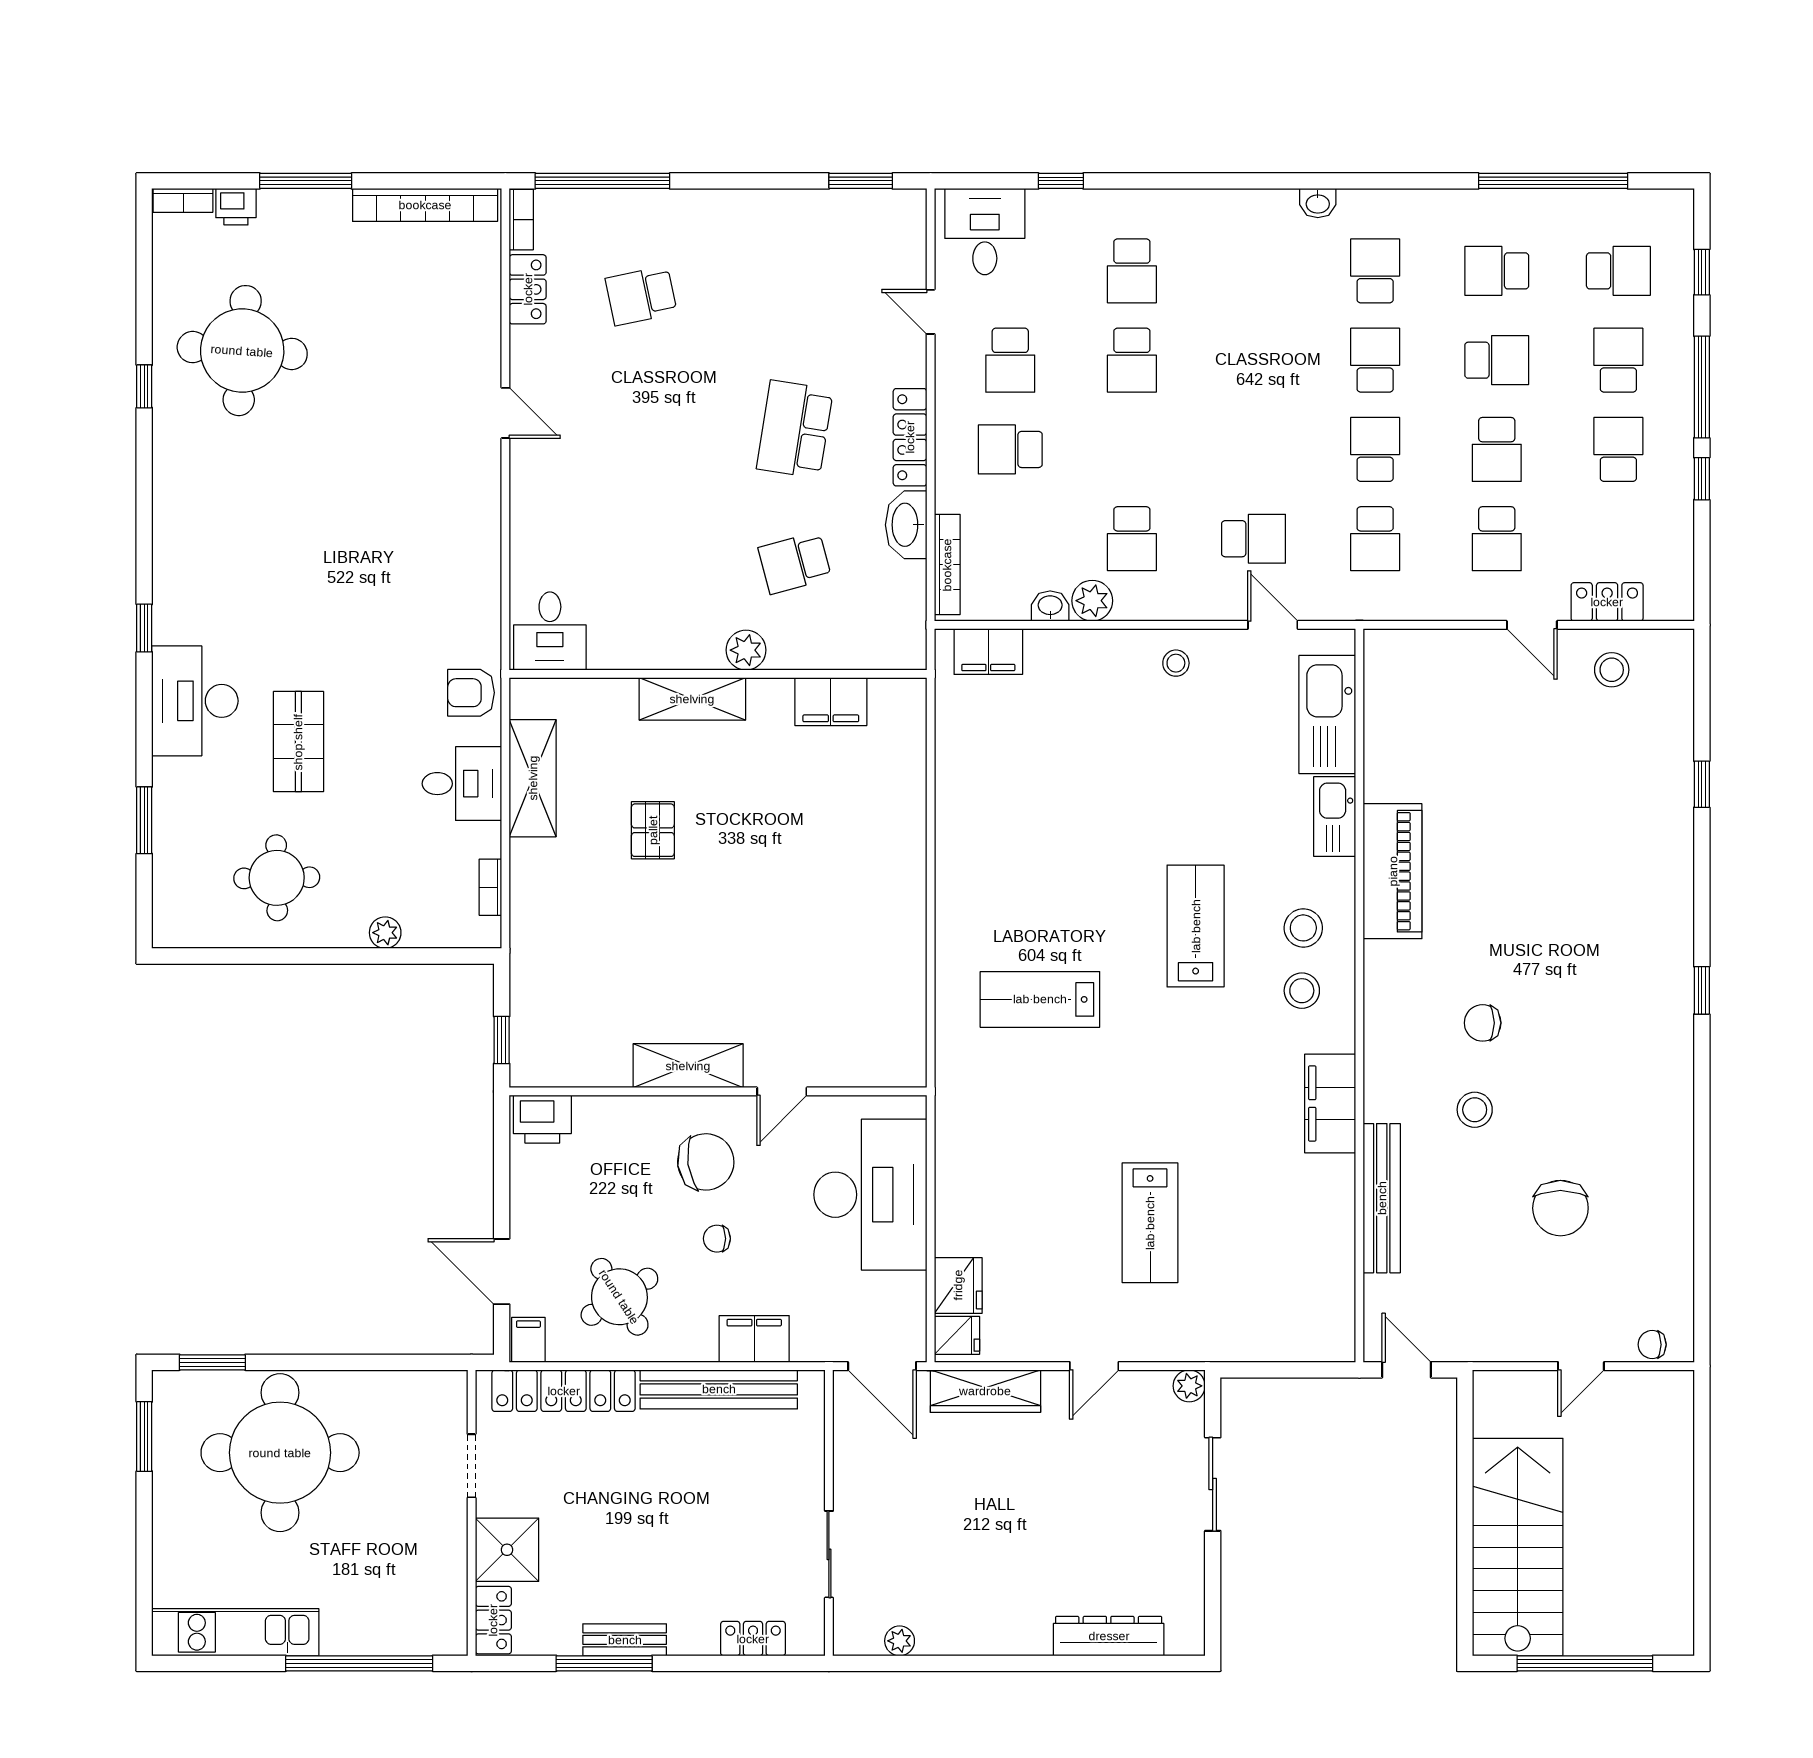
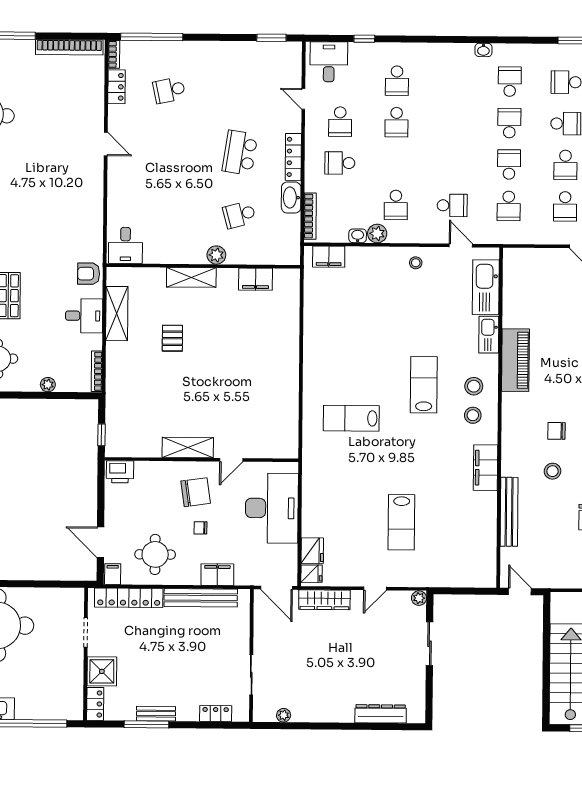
bookcase: (490, 887) -> (97, 371), width x1.56
round table: (619, 1297) -> (155, 554), turned 33

